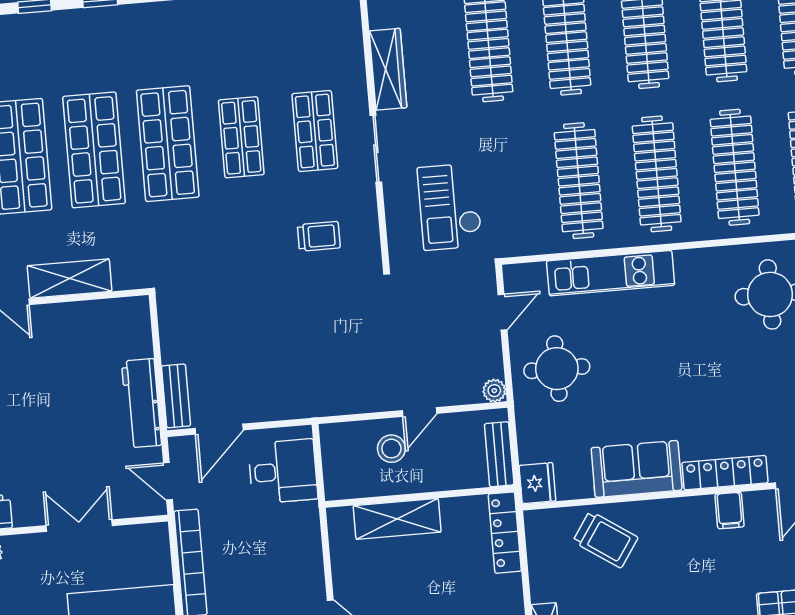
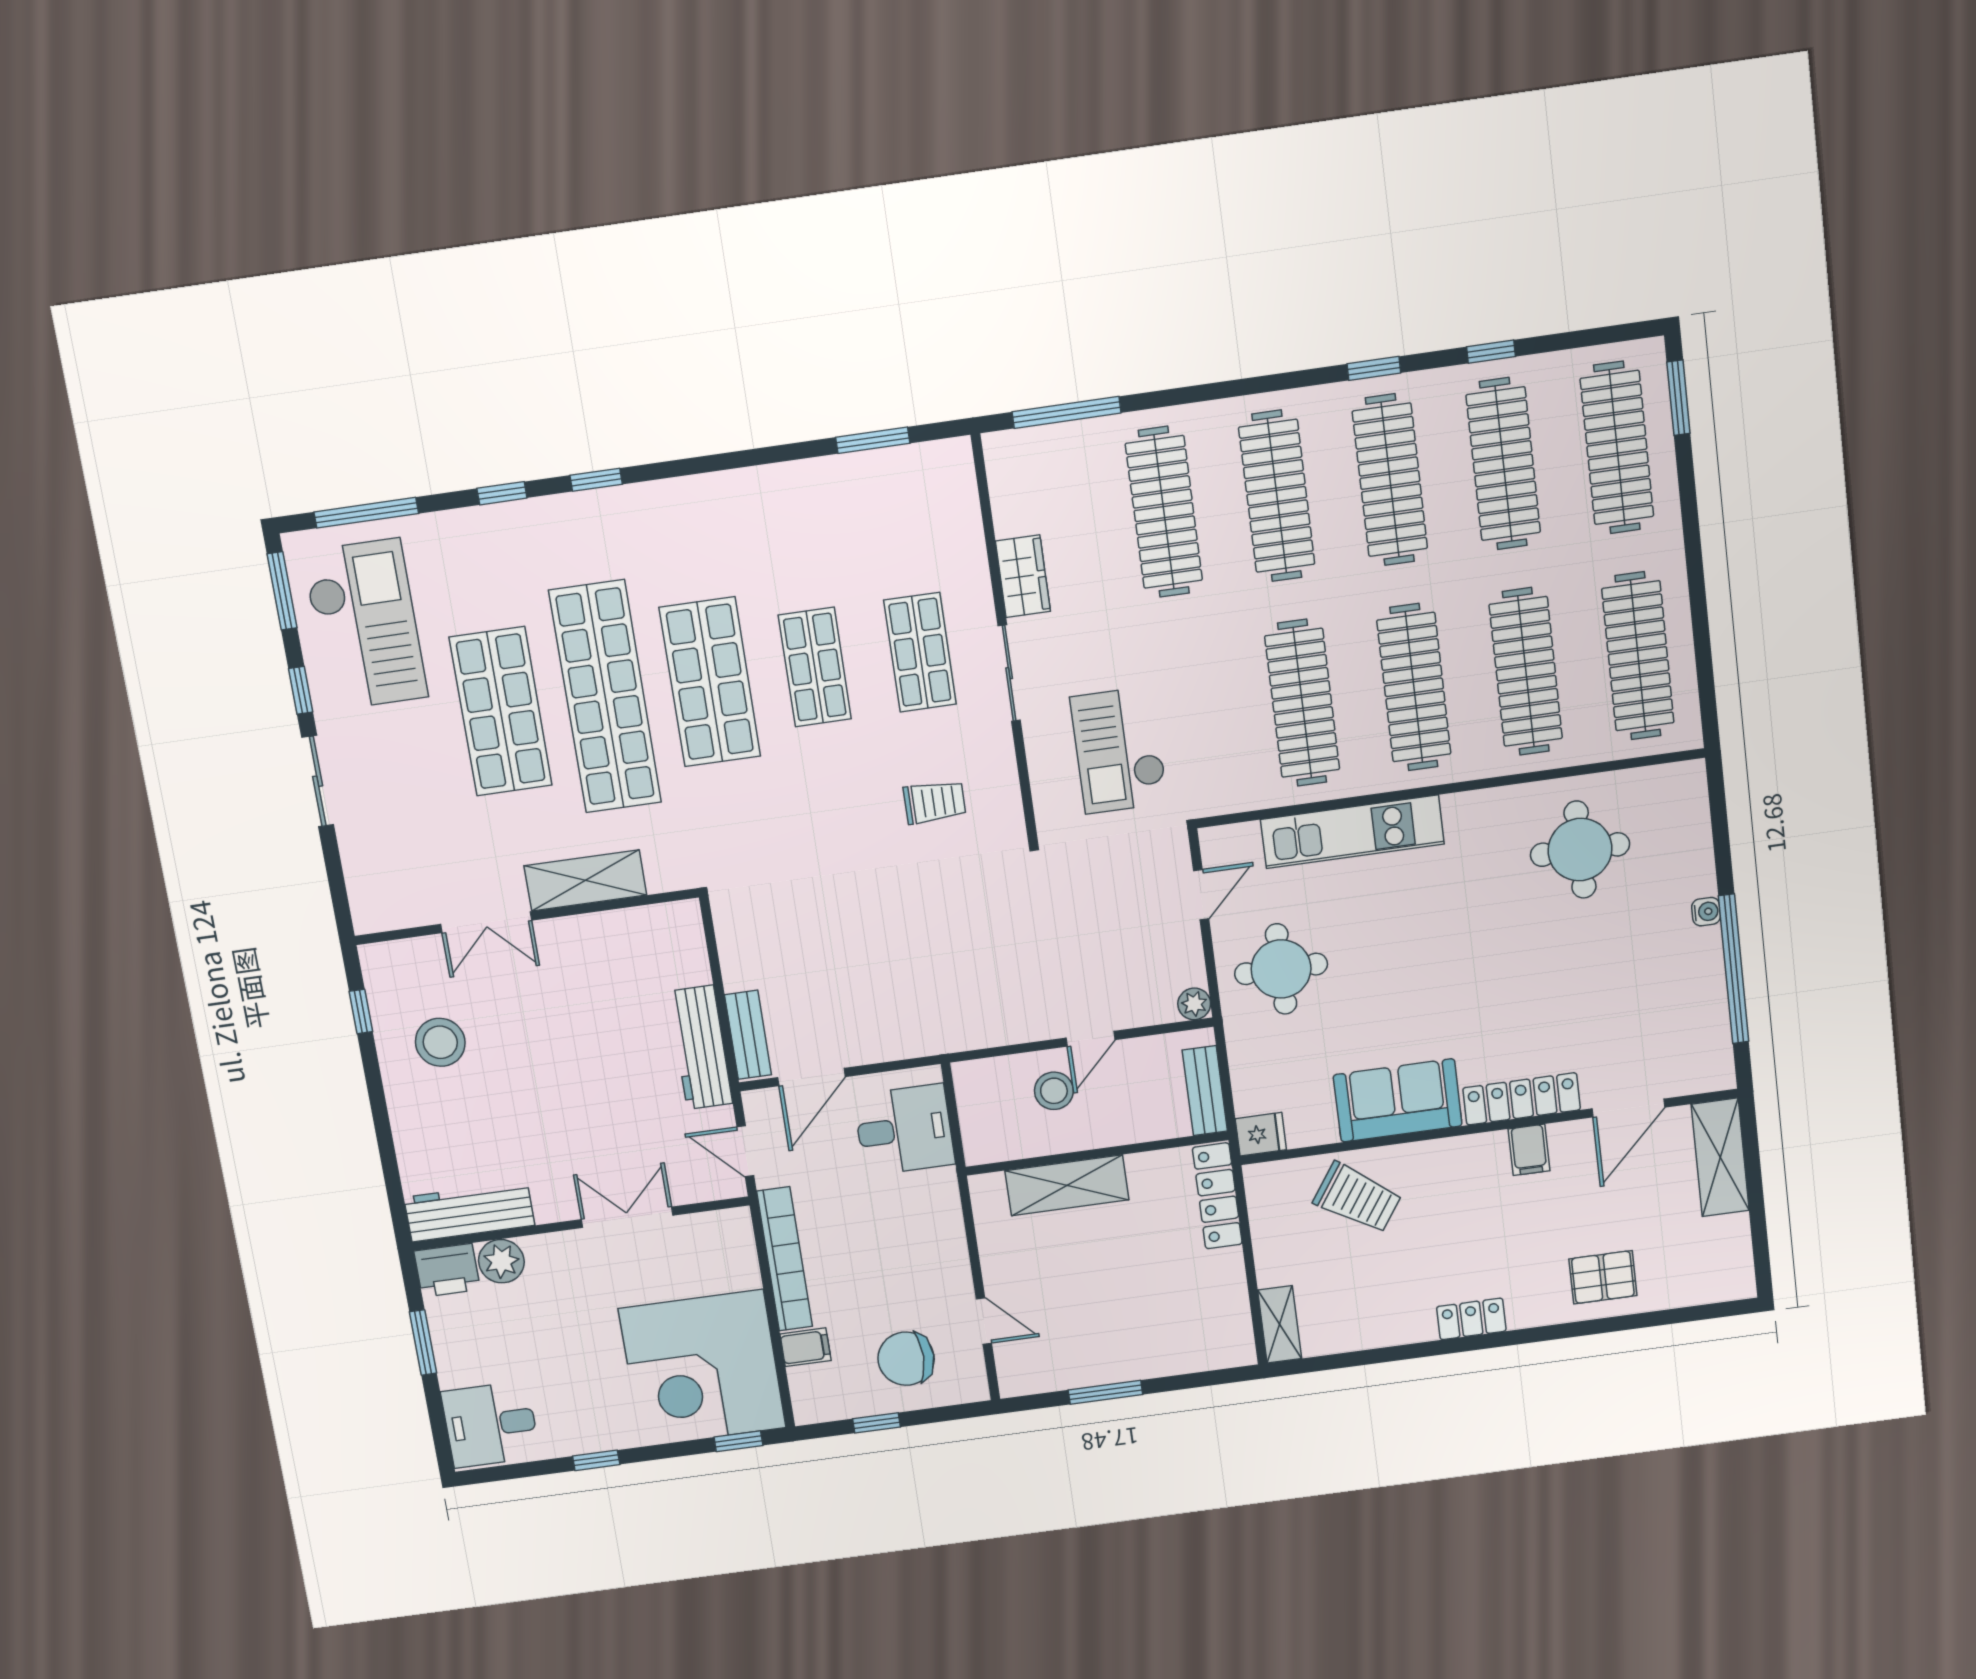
wardrobe: (388, 69) -> (1023, 576), width x0.67
shop shelf: (94, 150) -> (605, 697), width x1.40
fridge: (537, 483) -> (1261, 1134), width x0.72

